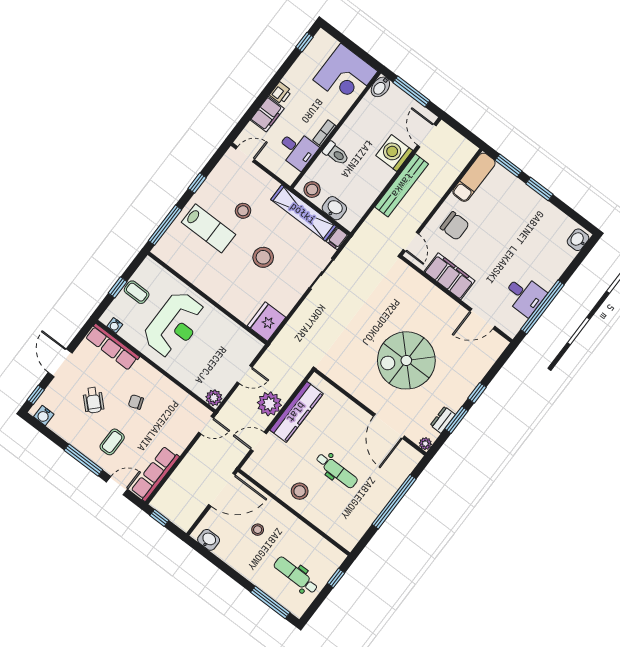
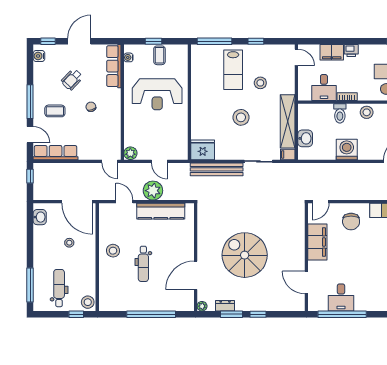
washing machine: (394, 153) -> (347, 149), moved
bench: (402, 185) -> (217, 169), moved
stool: (312, 190) -> (367, 112), moved
stool: (333, 557) -> (88, 302), added

